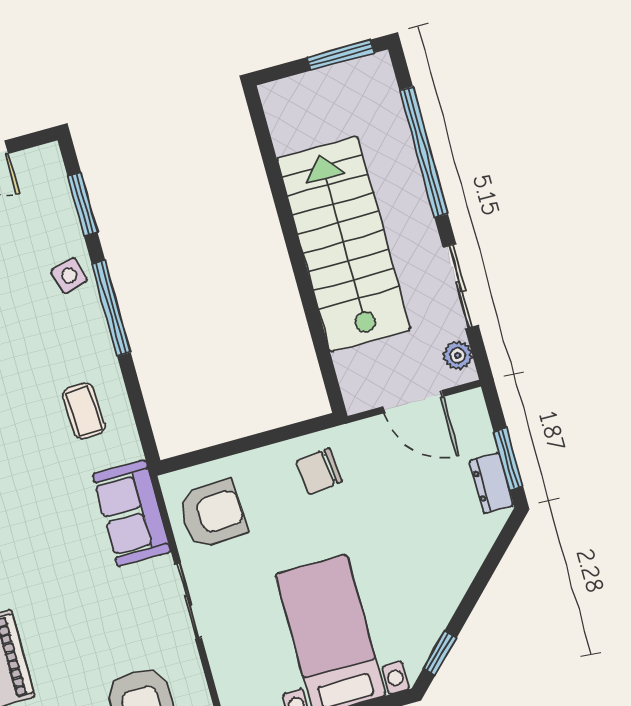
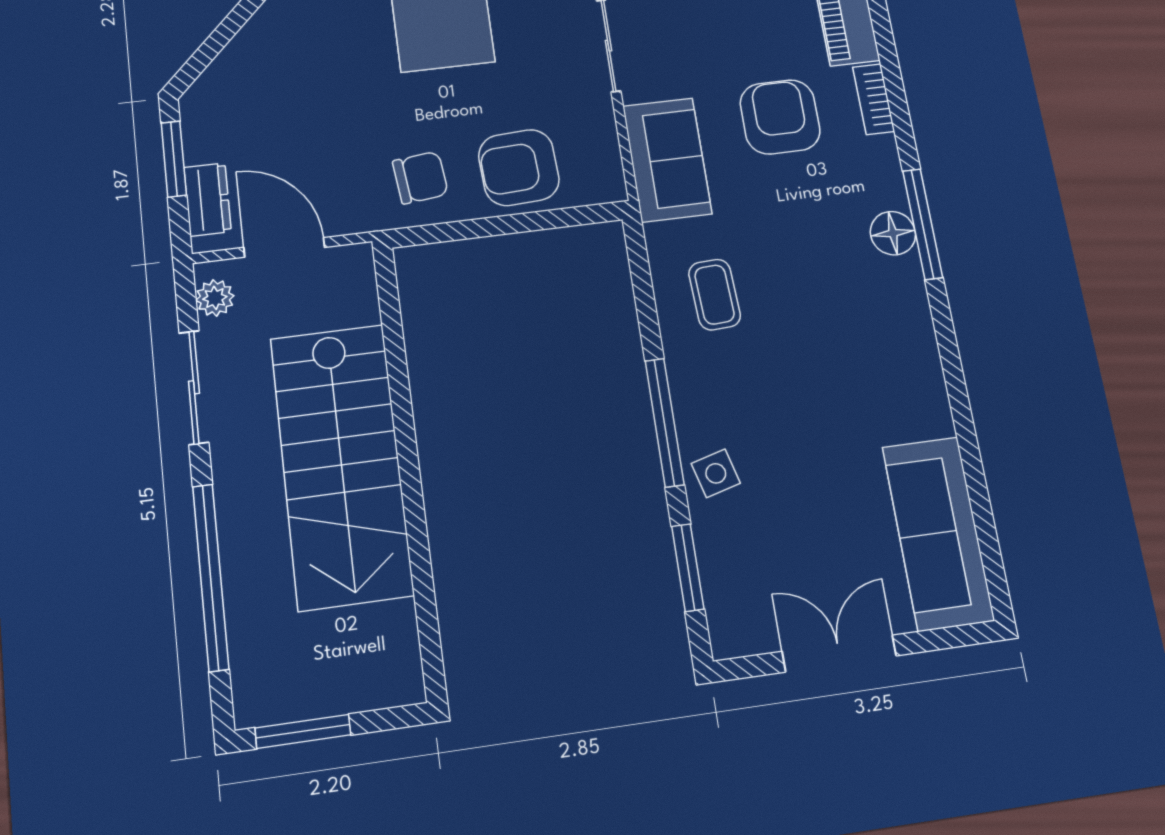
dresser: (491, 483) -> (207, 199), moved
armchair: (212, 514) -> (519, 168), moved
armchair: (47, 561) -> (780, 117), added

